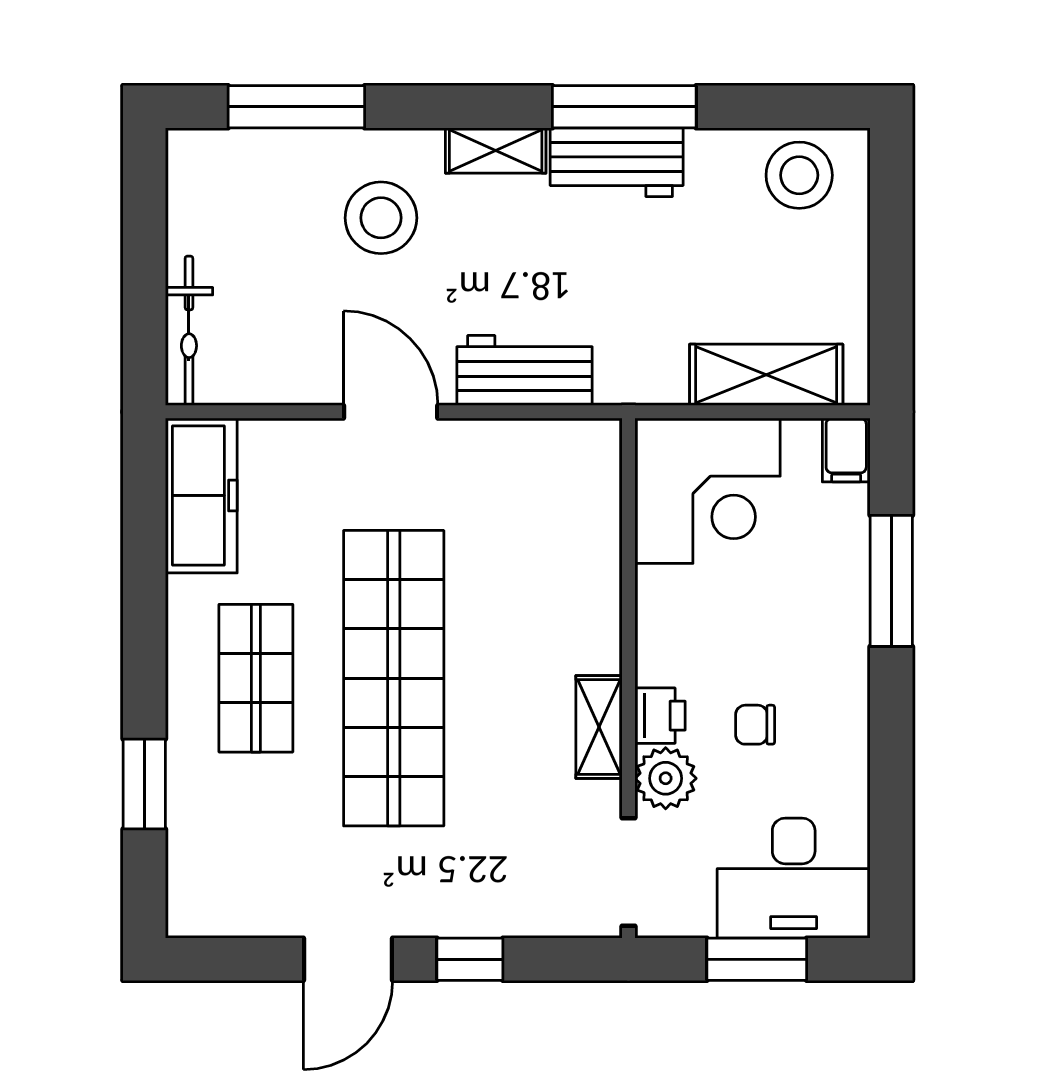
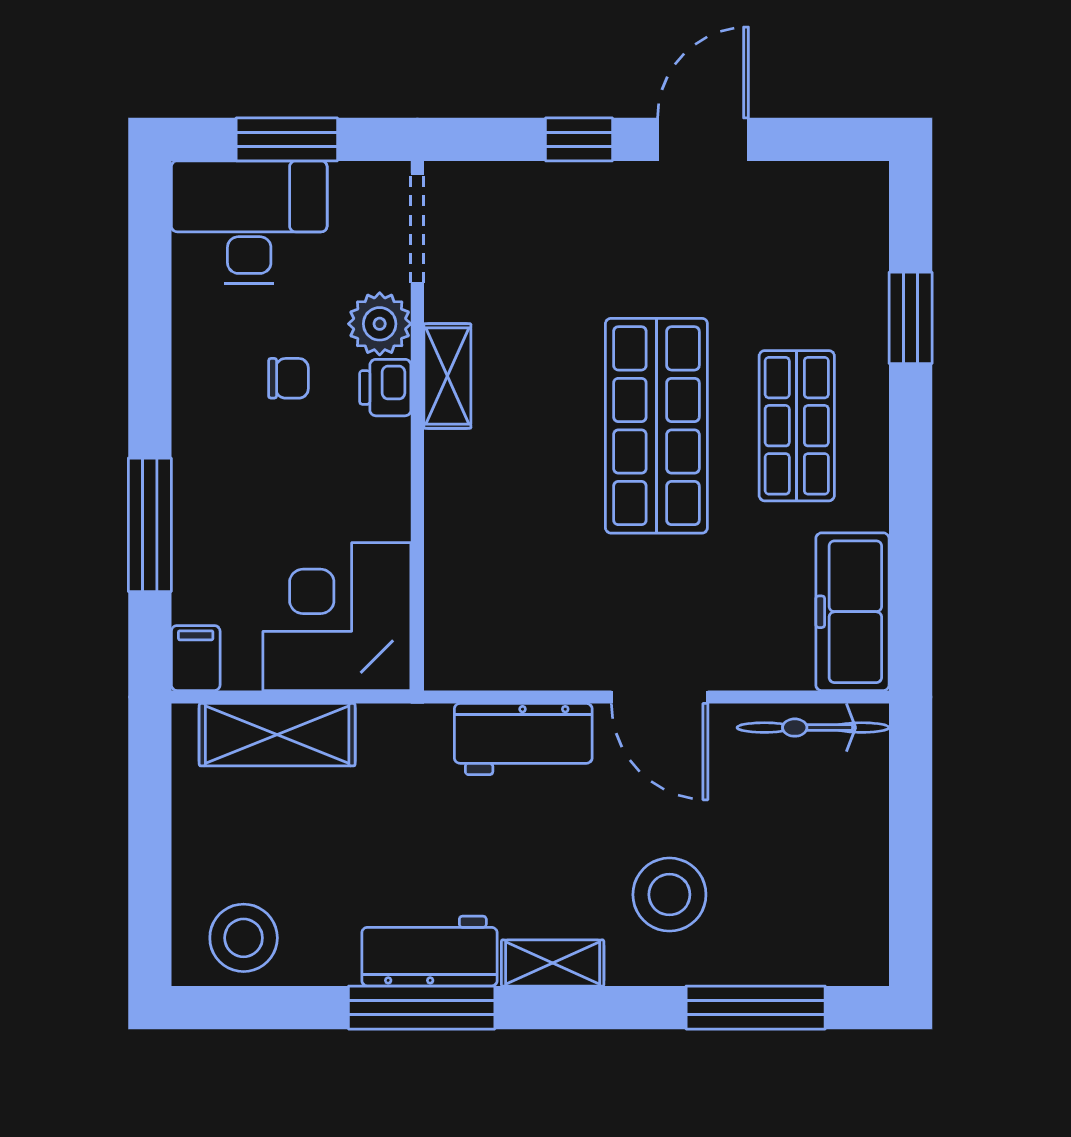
bicycle: (189, 331) -> (813, 728), moved, turned -90
shop shelf: (394, 678) -> (656, 426), width x0.71

